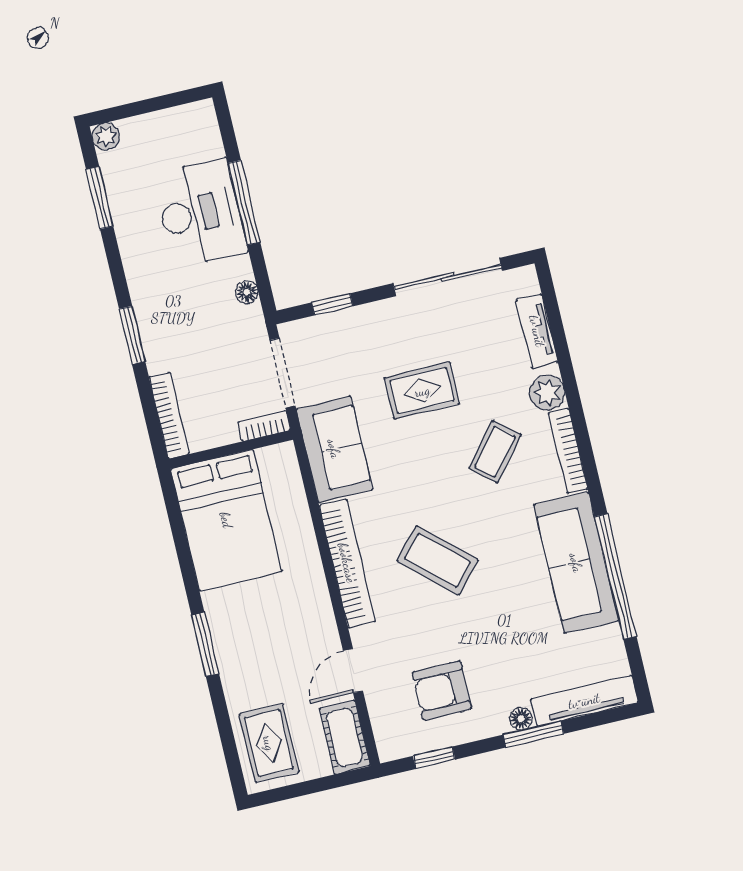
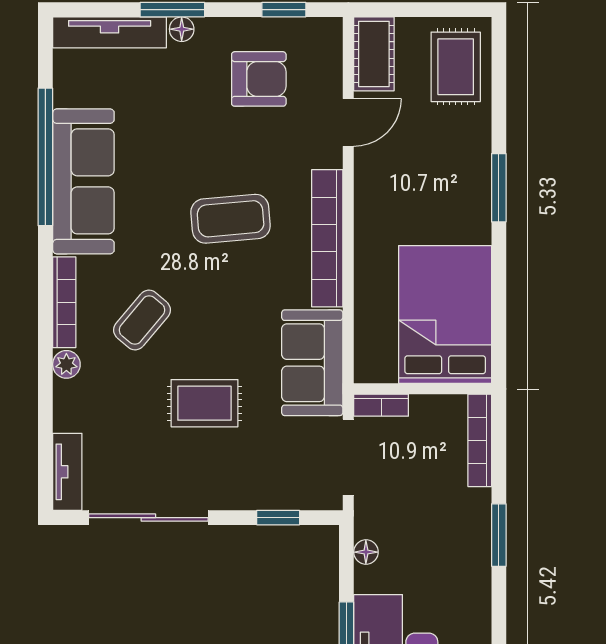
tv unit: (537, 331) -> (67, 472), moved
plant: (547, 393) -> (66, 364), width x0.73, depth x0.73
coffee table: (438, 560) -> (231, 219), turned -47

